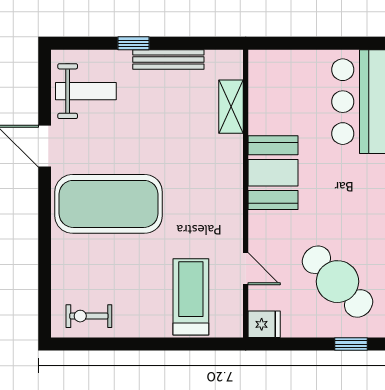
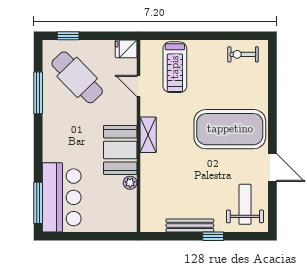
weight bench: (86, 91) -> (245, 204), turned 90
shelving: (231, 107) -> (148, 135), moved
plant: (258, 124) -> (130, 183), added
exercise bike: (89, 316) -> (243, 54), turned 180

